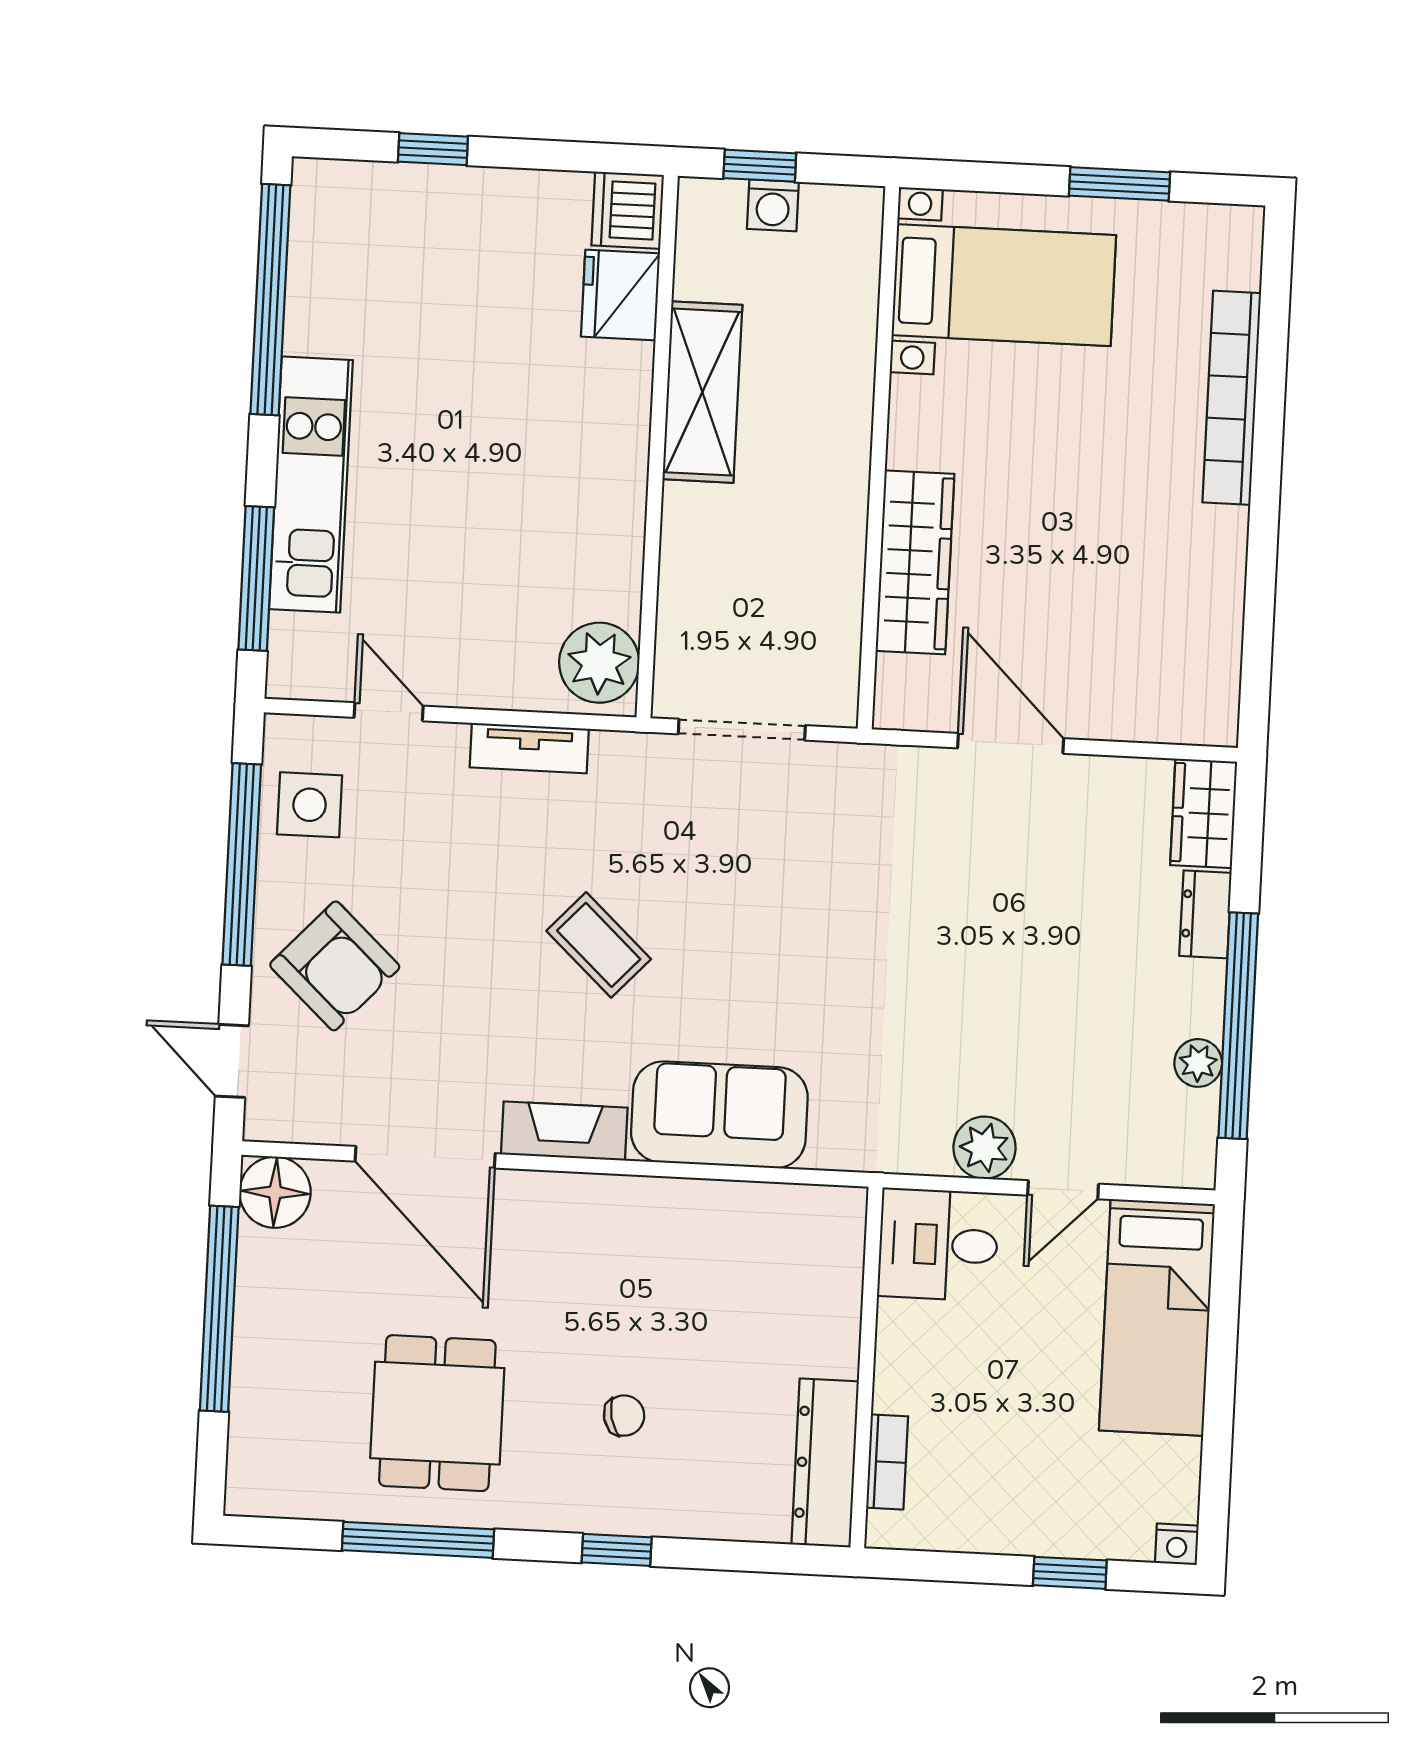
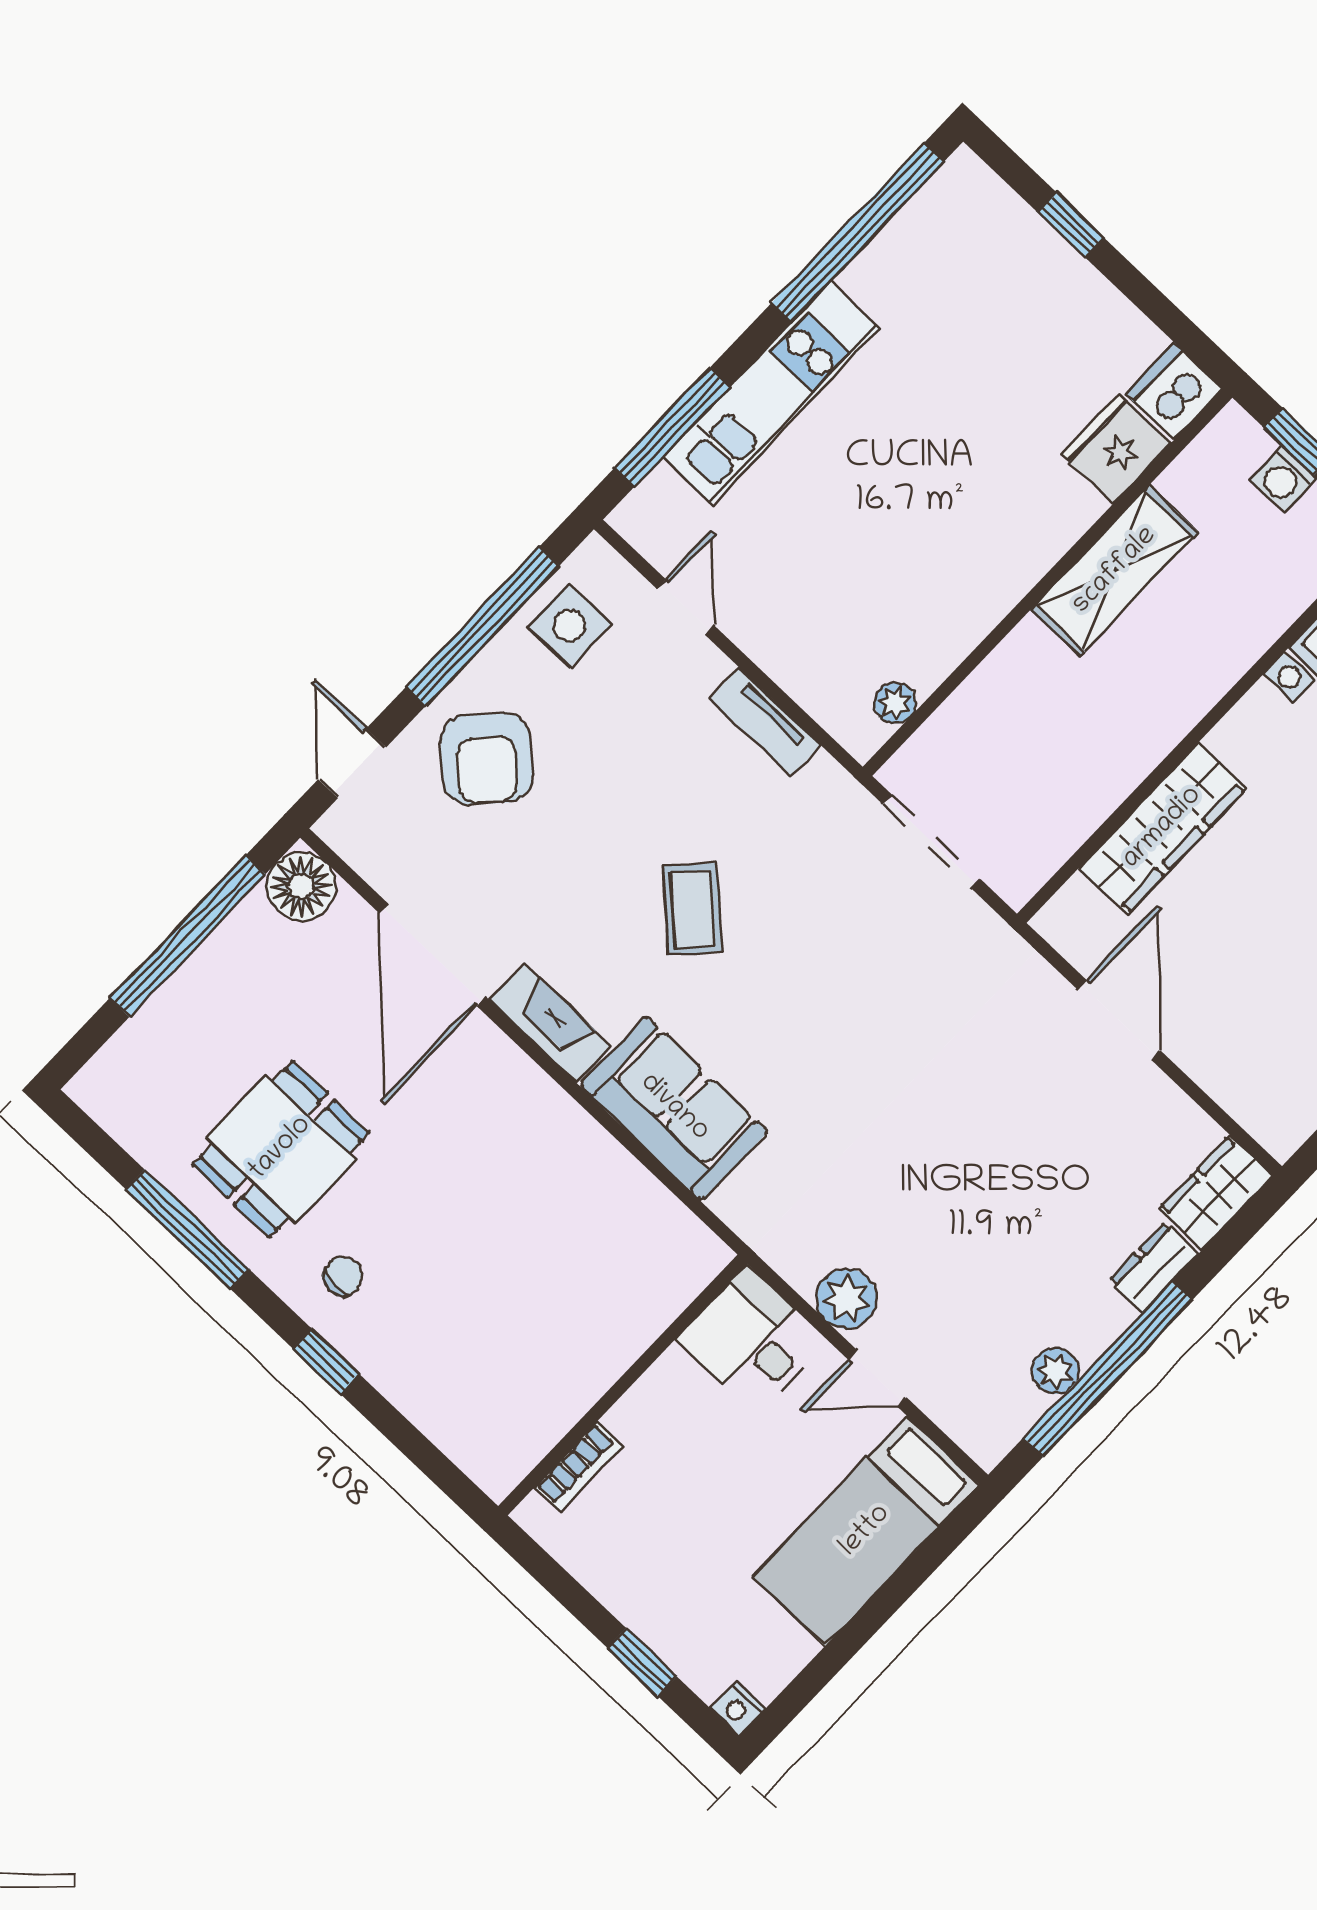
plant: (599, 663) -> (895, 703), width x0.53, depth x0.53
chair: (624, 1416) -> (343, 1276), moved, turned -77
dresser: (825, 1463) -> (533, 1429), removed

